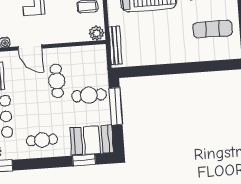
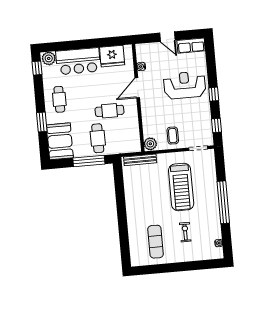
window: (84, 160) -> (42, 122), moved

